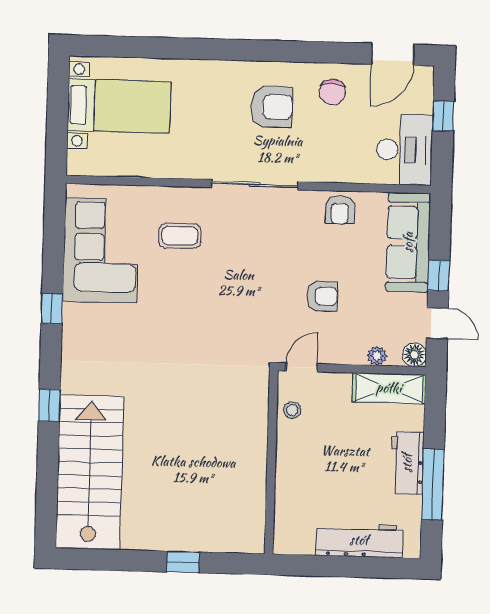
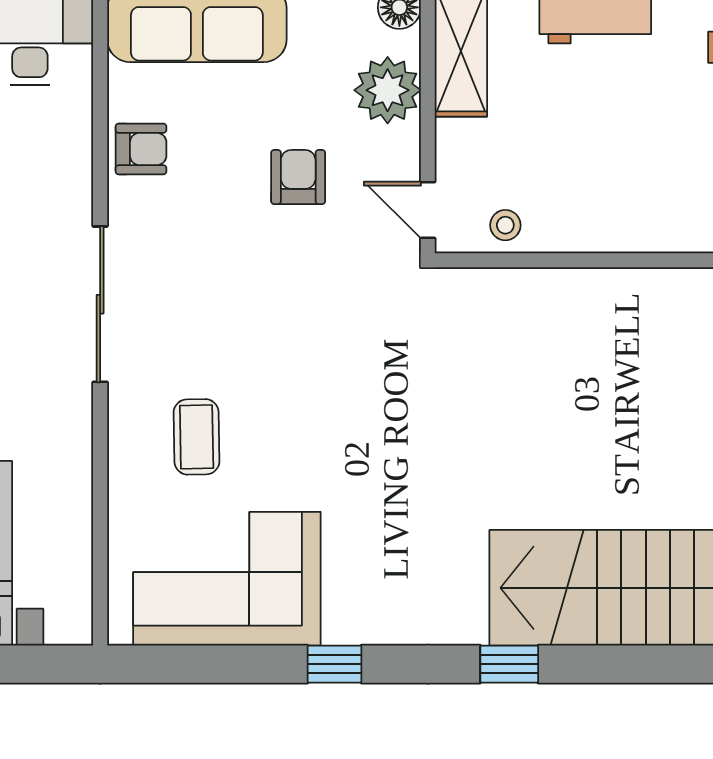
plant: (377, 356) -> (388, 90), width x1.87, depth x1.87

